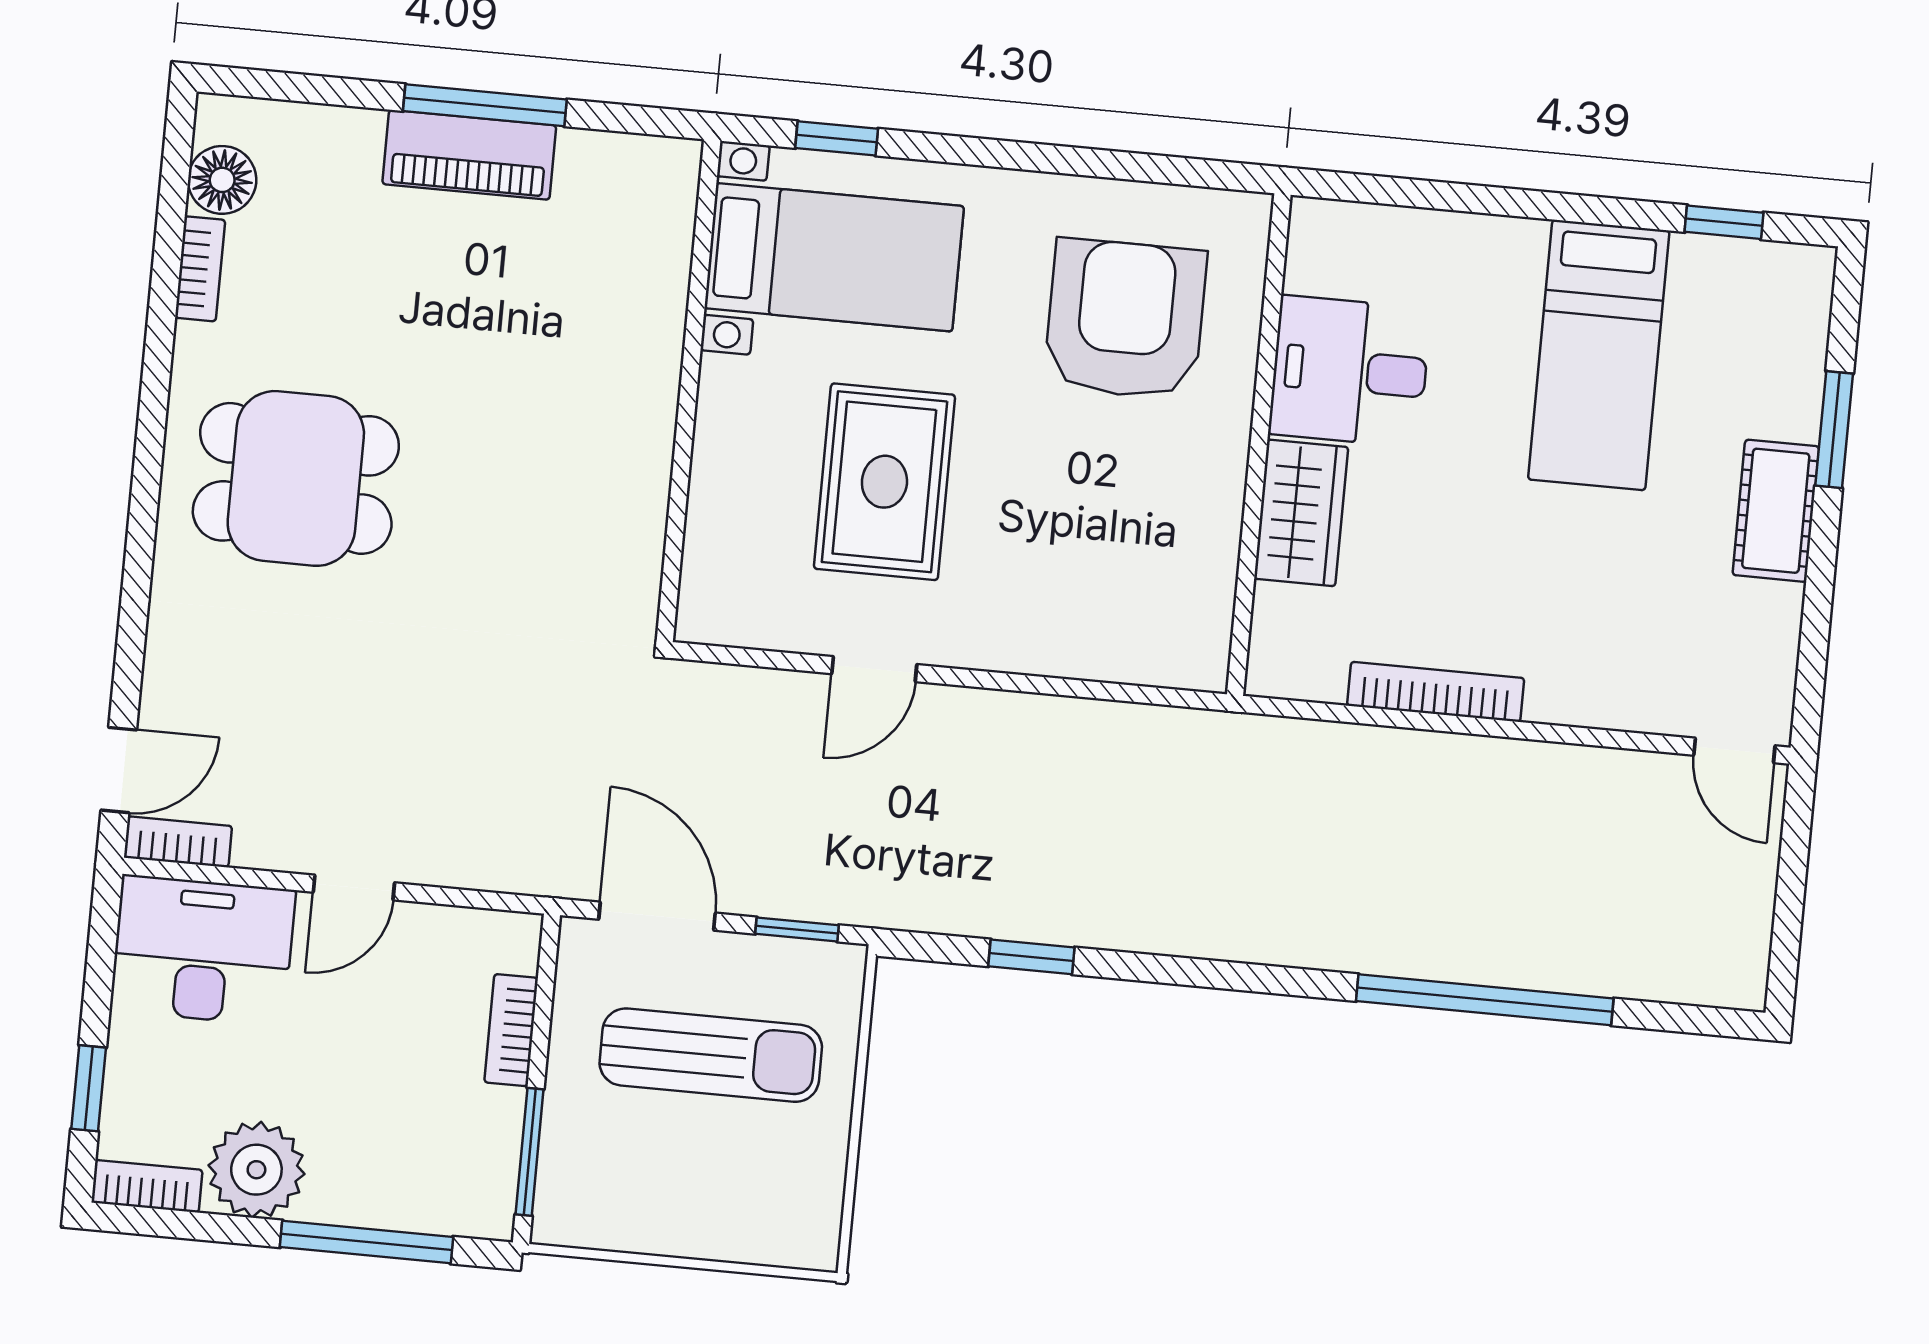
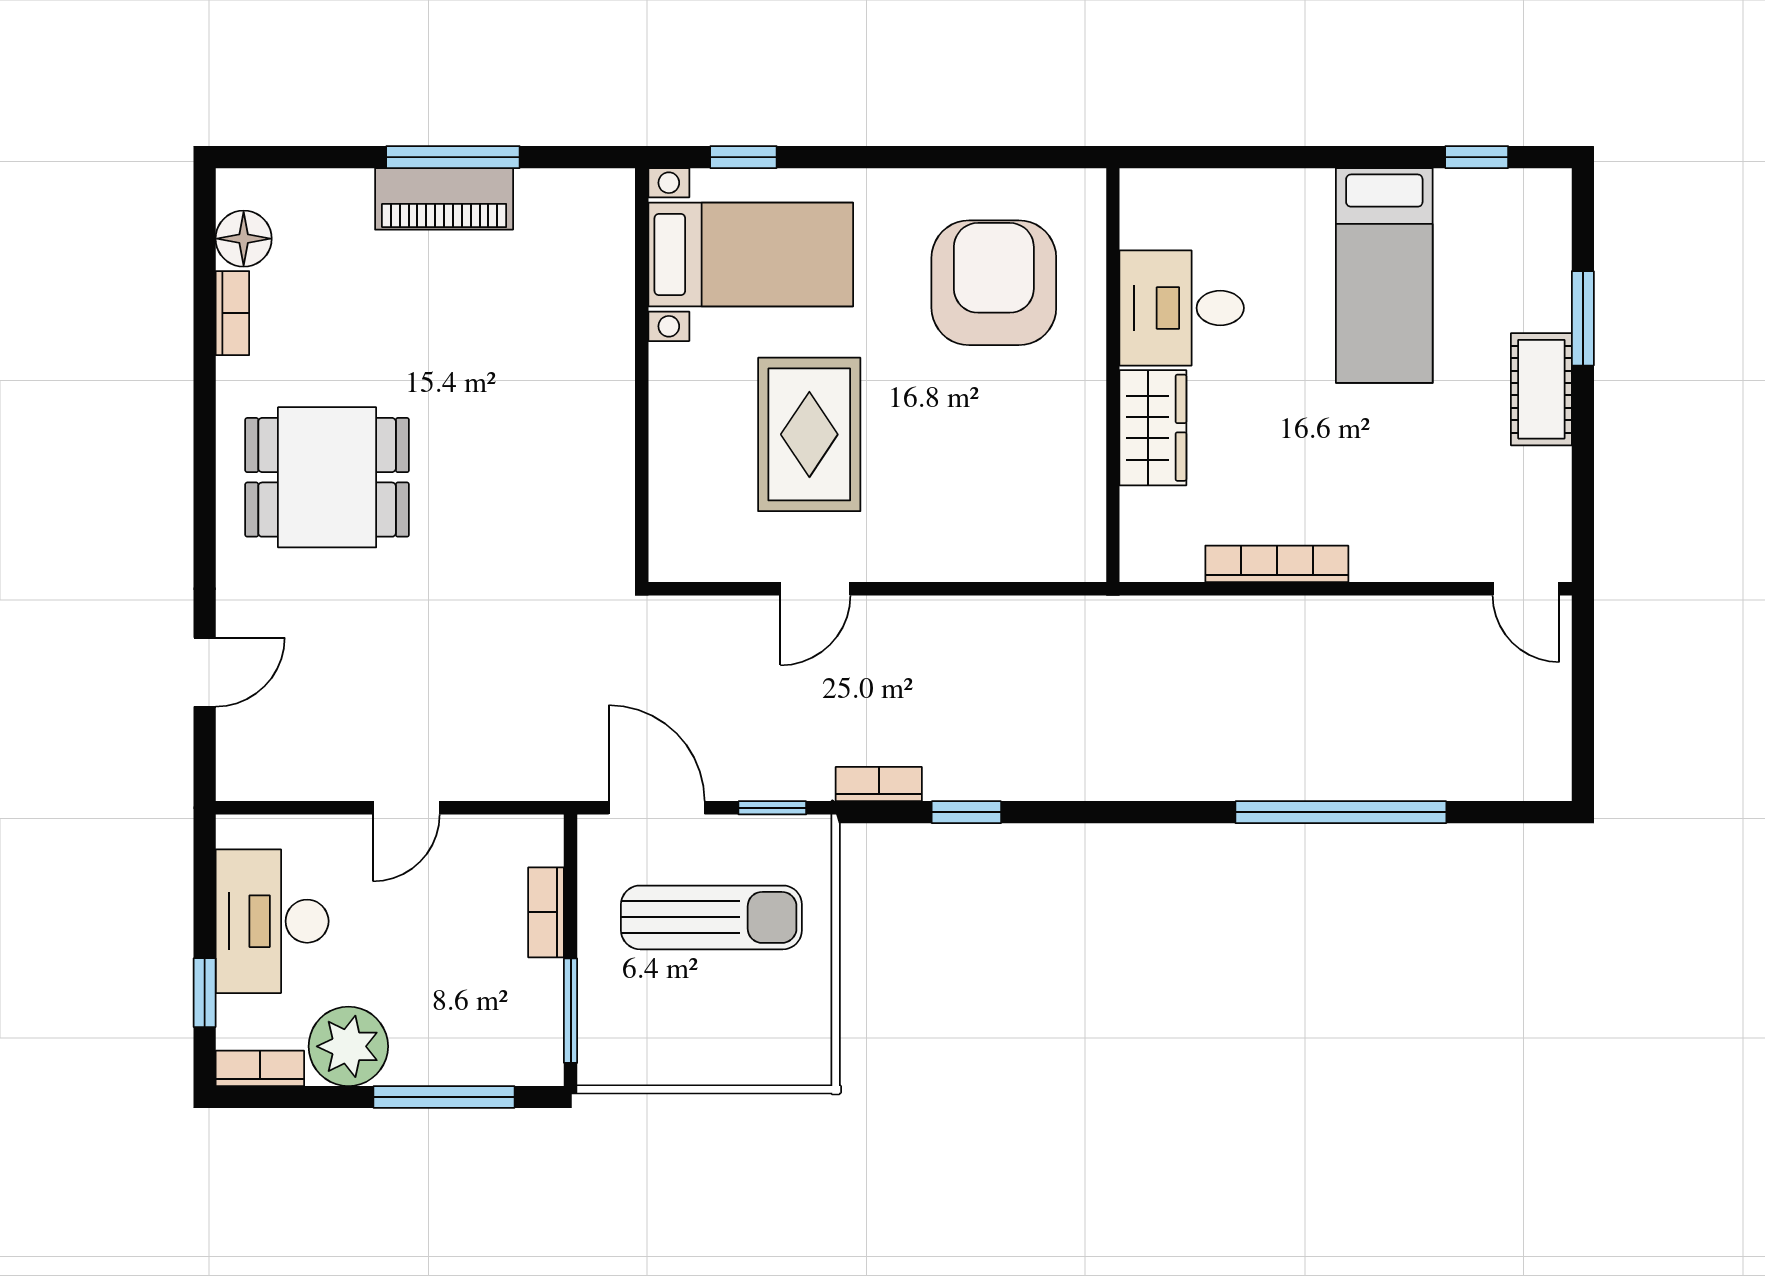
door: (119, 770) -> (205, 672), moved
bookcase: (178, 842) -> (879, 784), moved
desk: (203, 950) -> (272, 921), moved, turned -90

